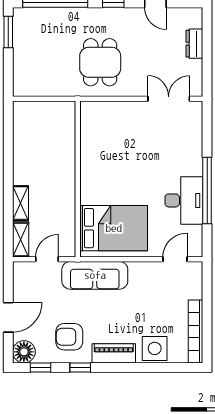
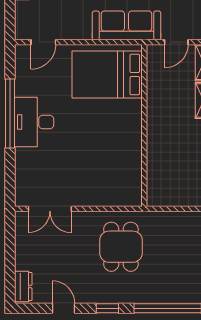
dresser: (194, 44) -> (23, 287), moved
desk: (184, 200) -> (34, 122), moved

